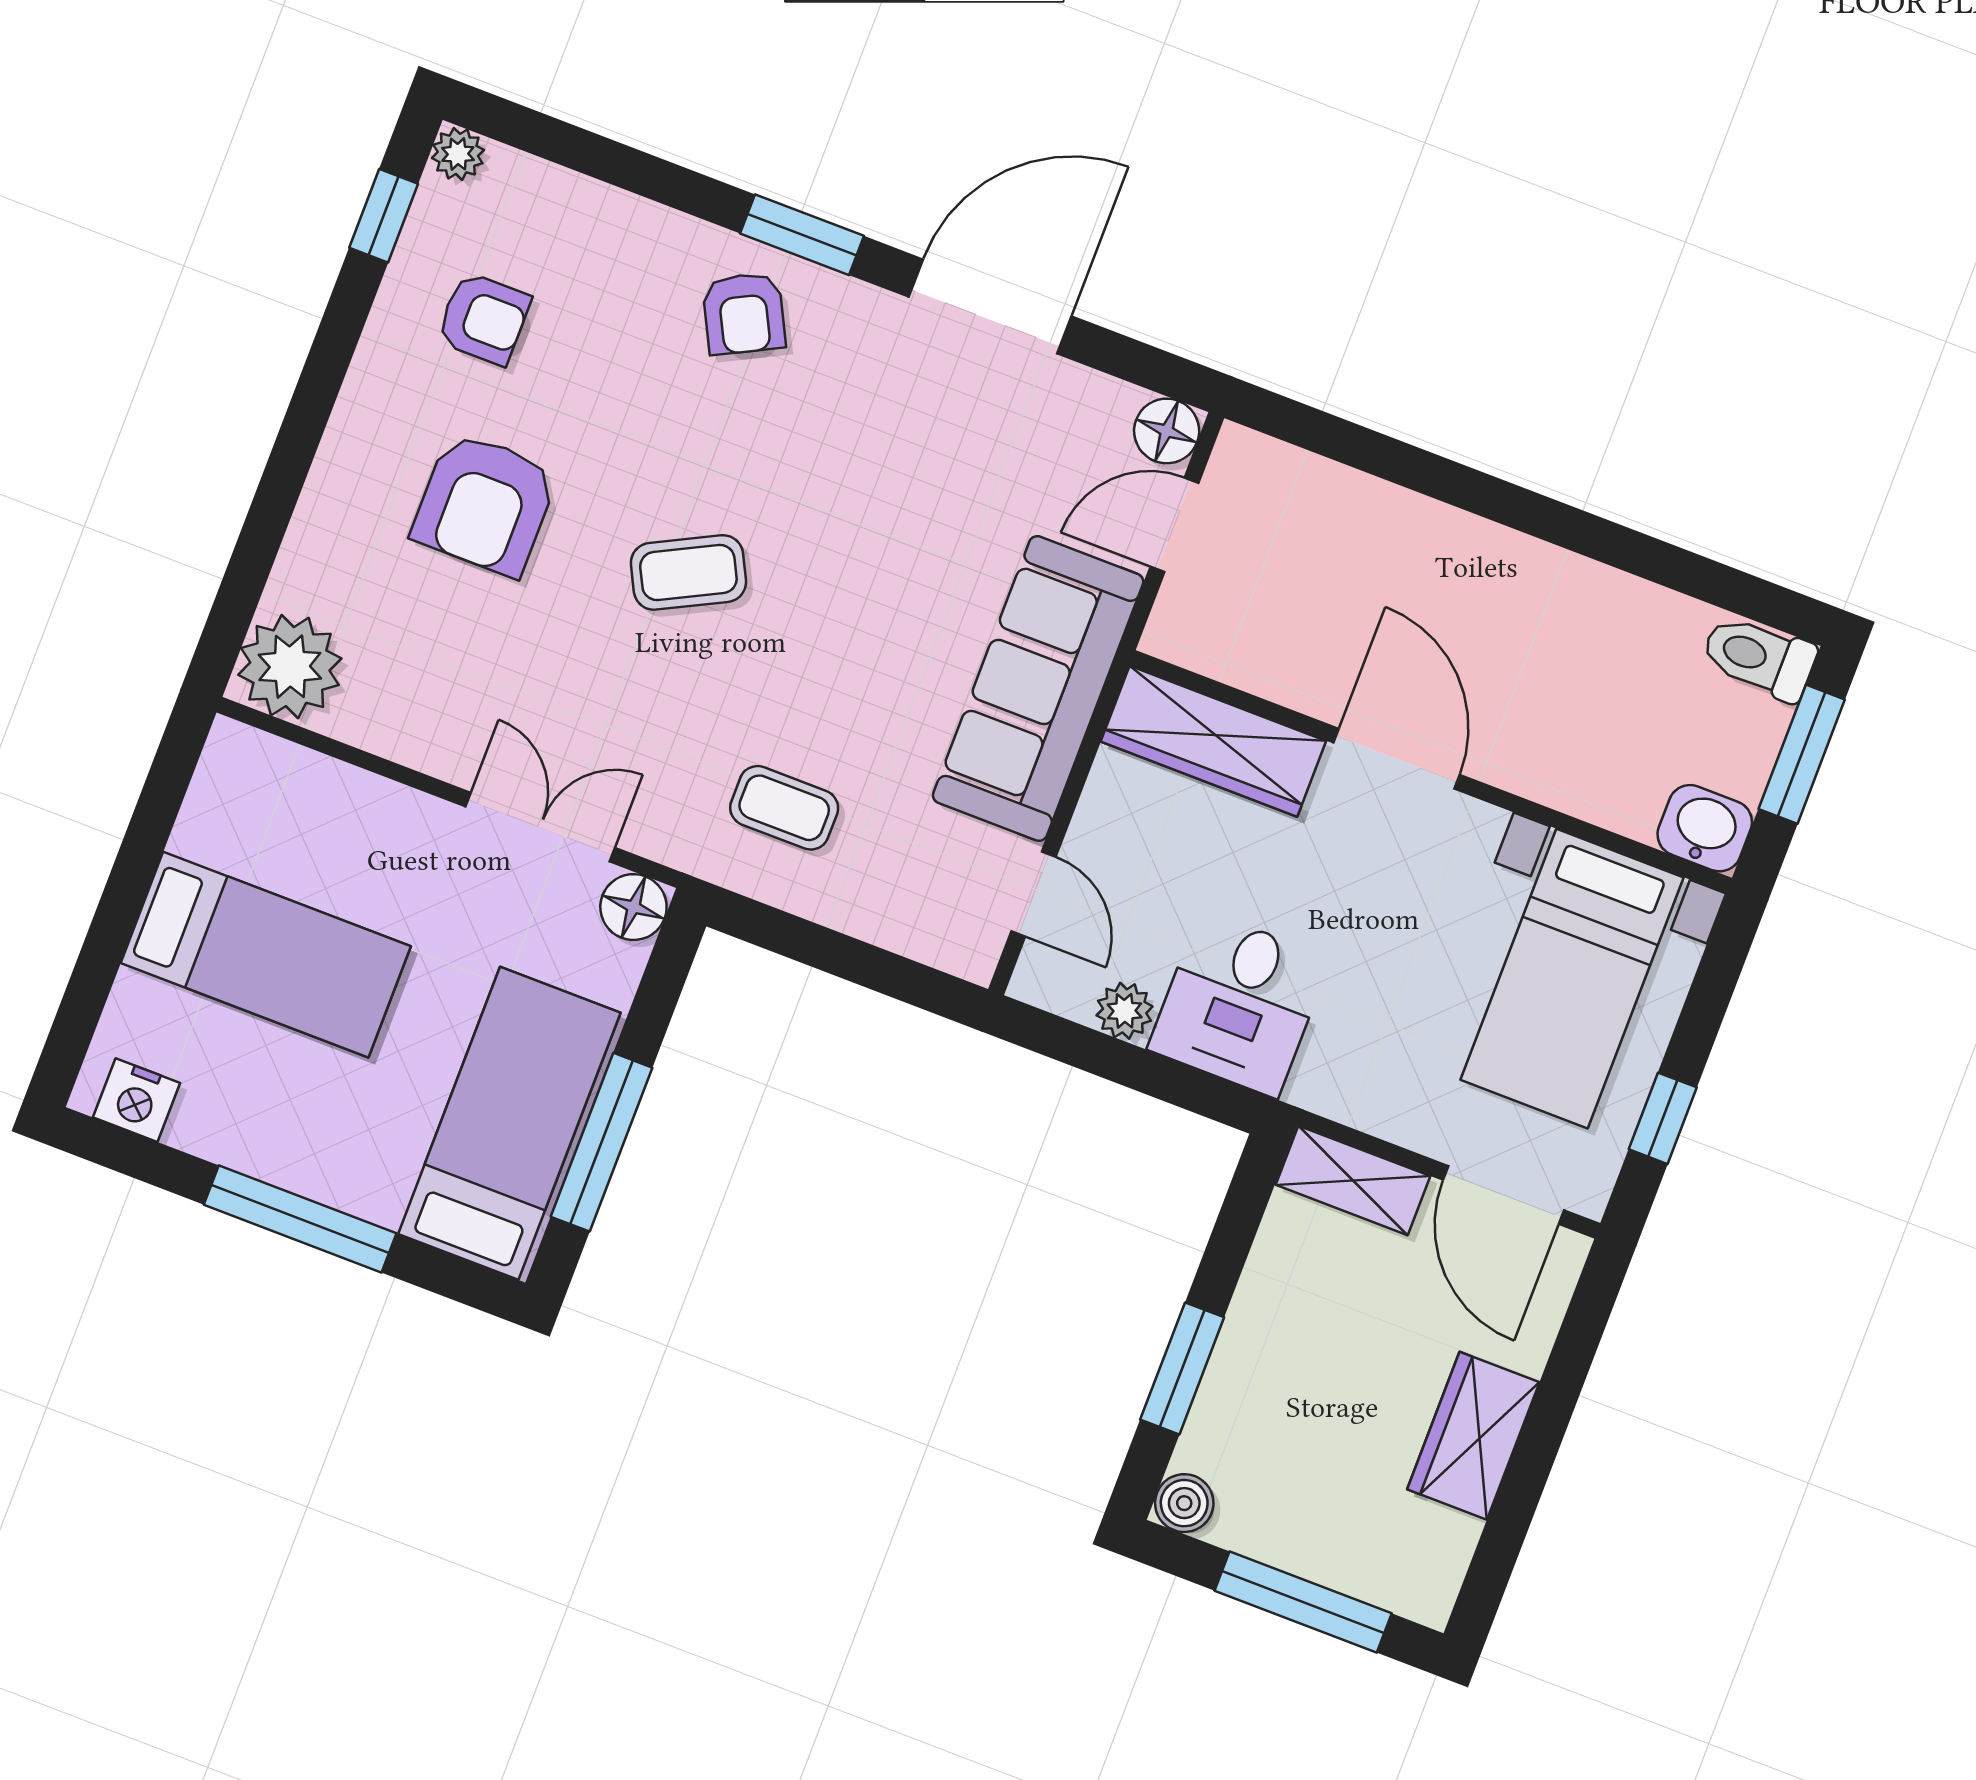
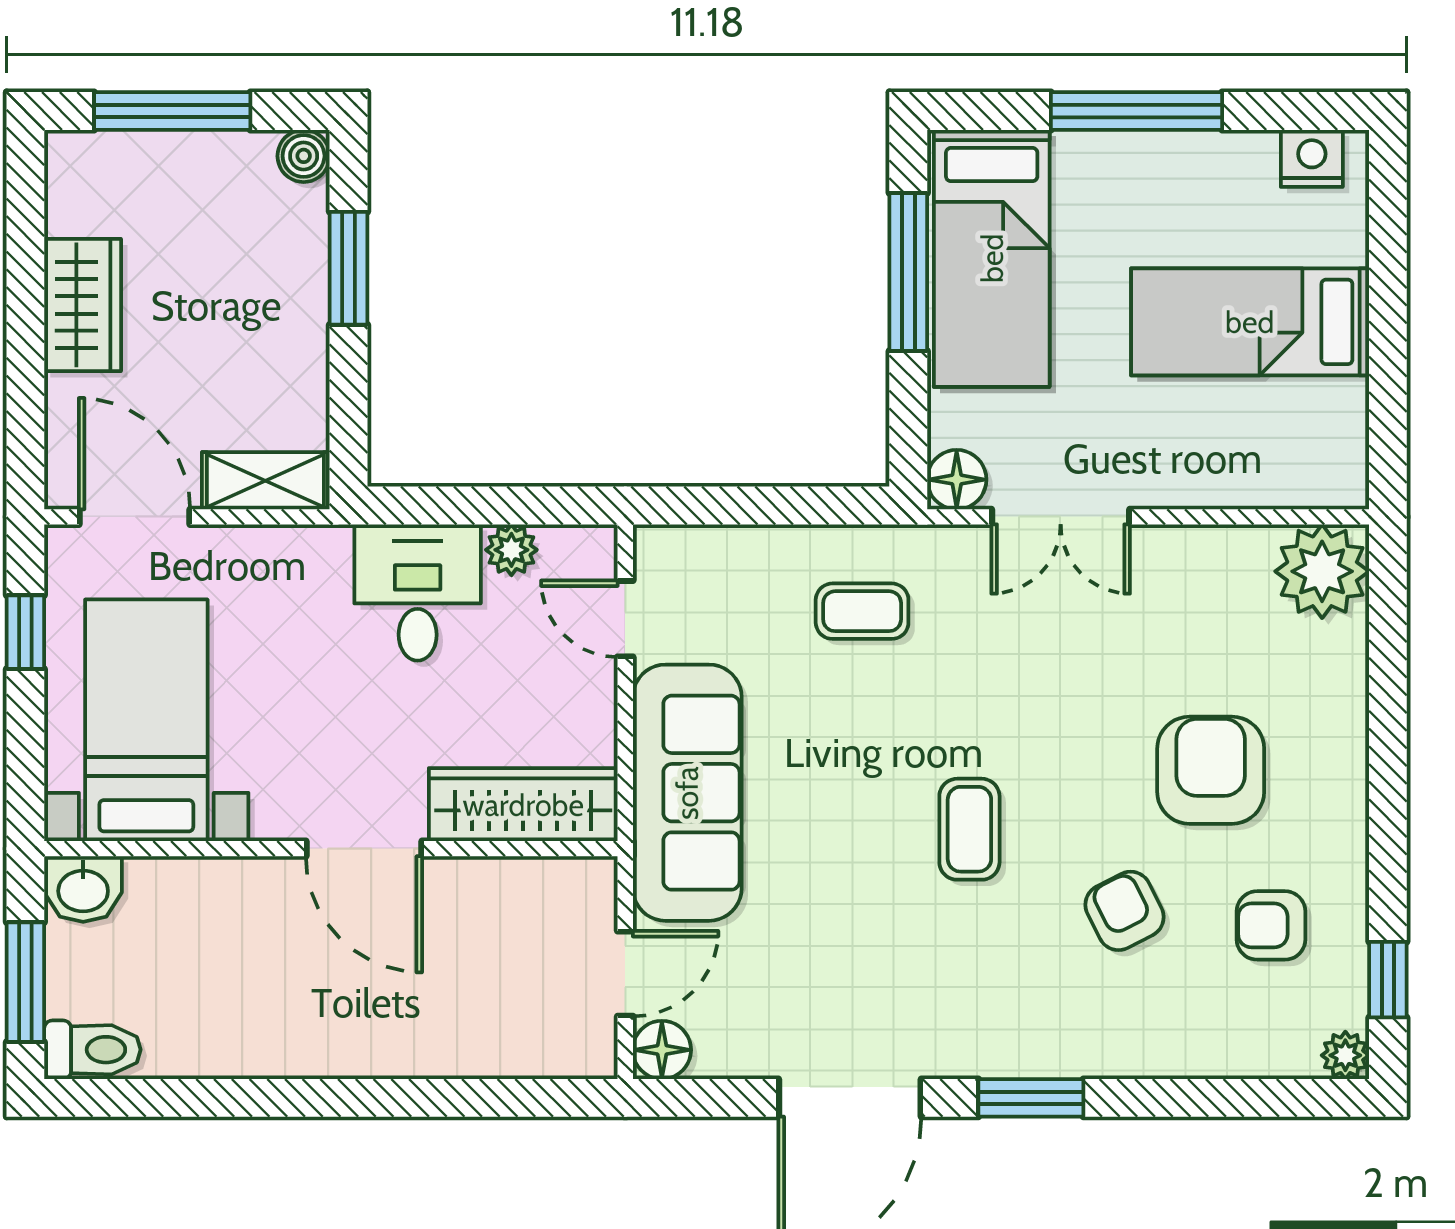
armchair: (744, 313) -> (1125, 911), moved
coffee table: (688, 572) -> (969, 829), moved, turned -63

